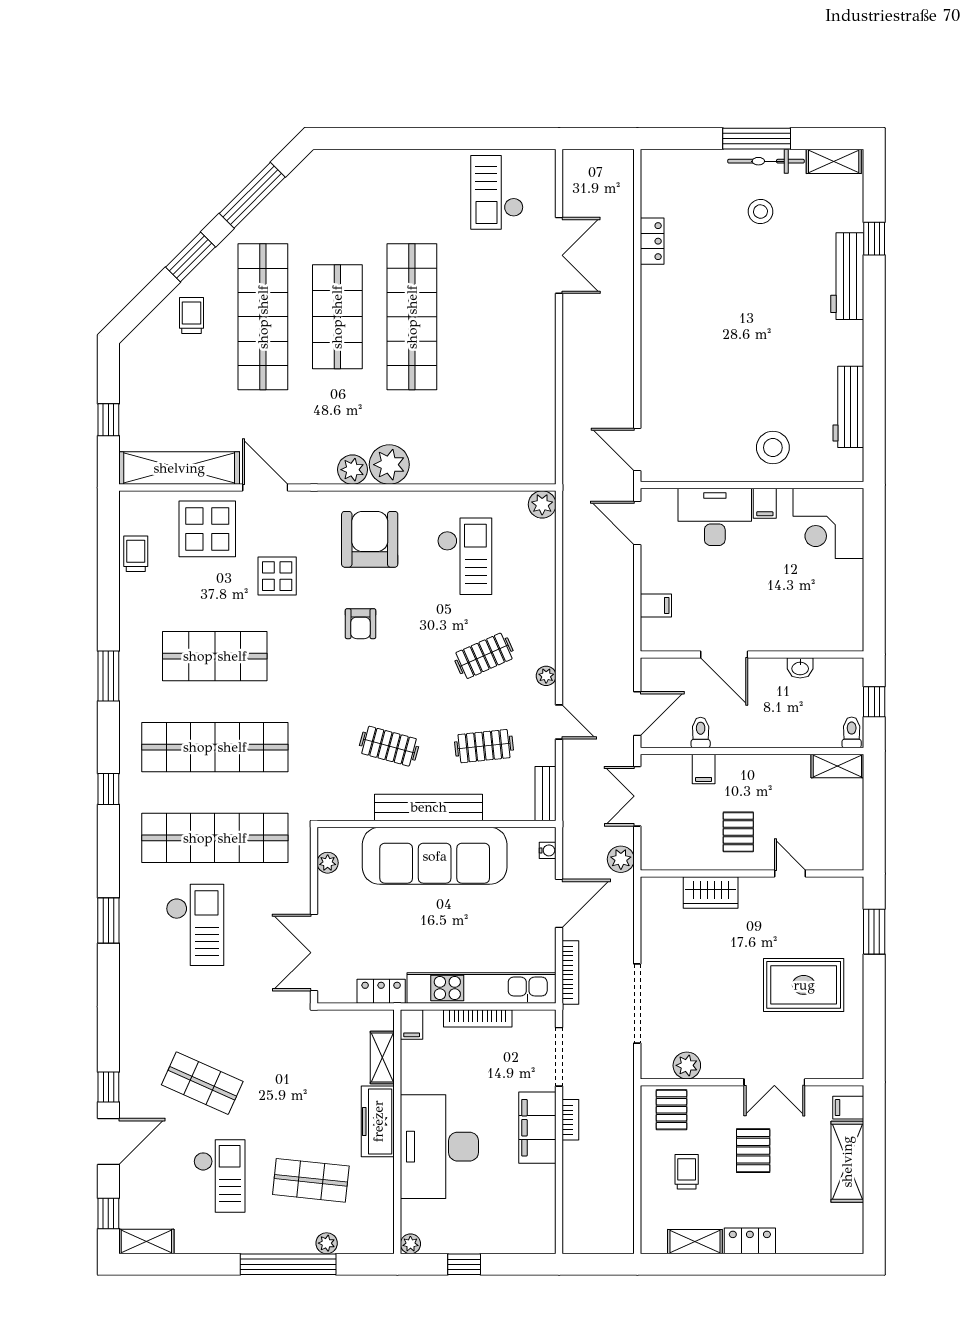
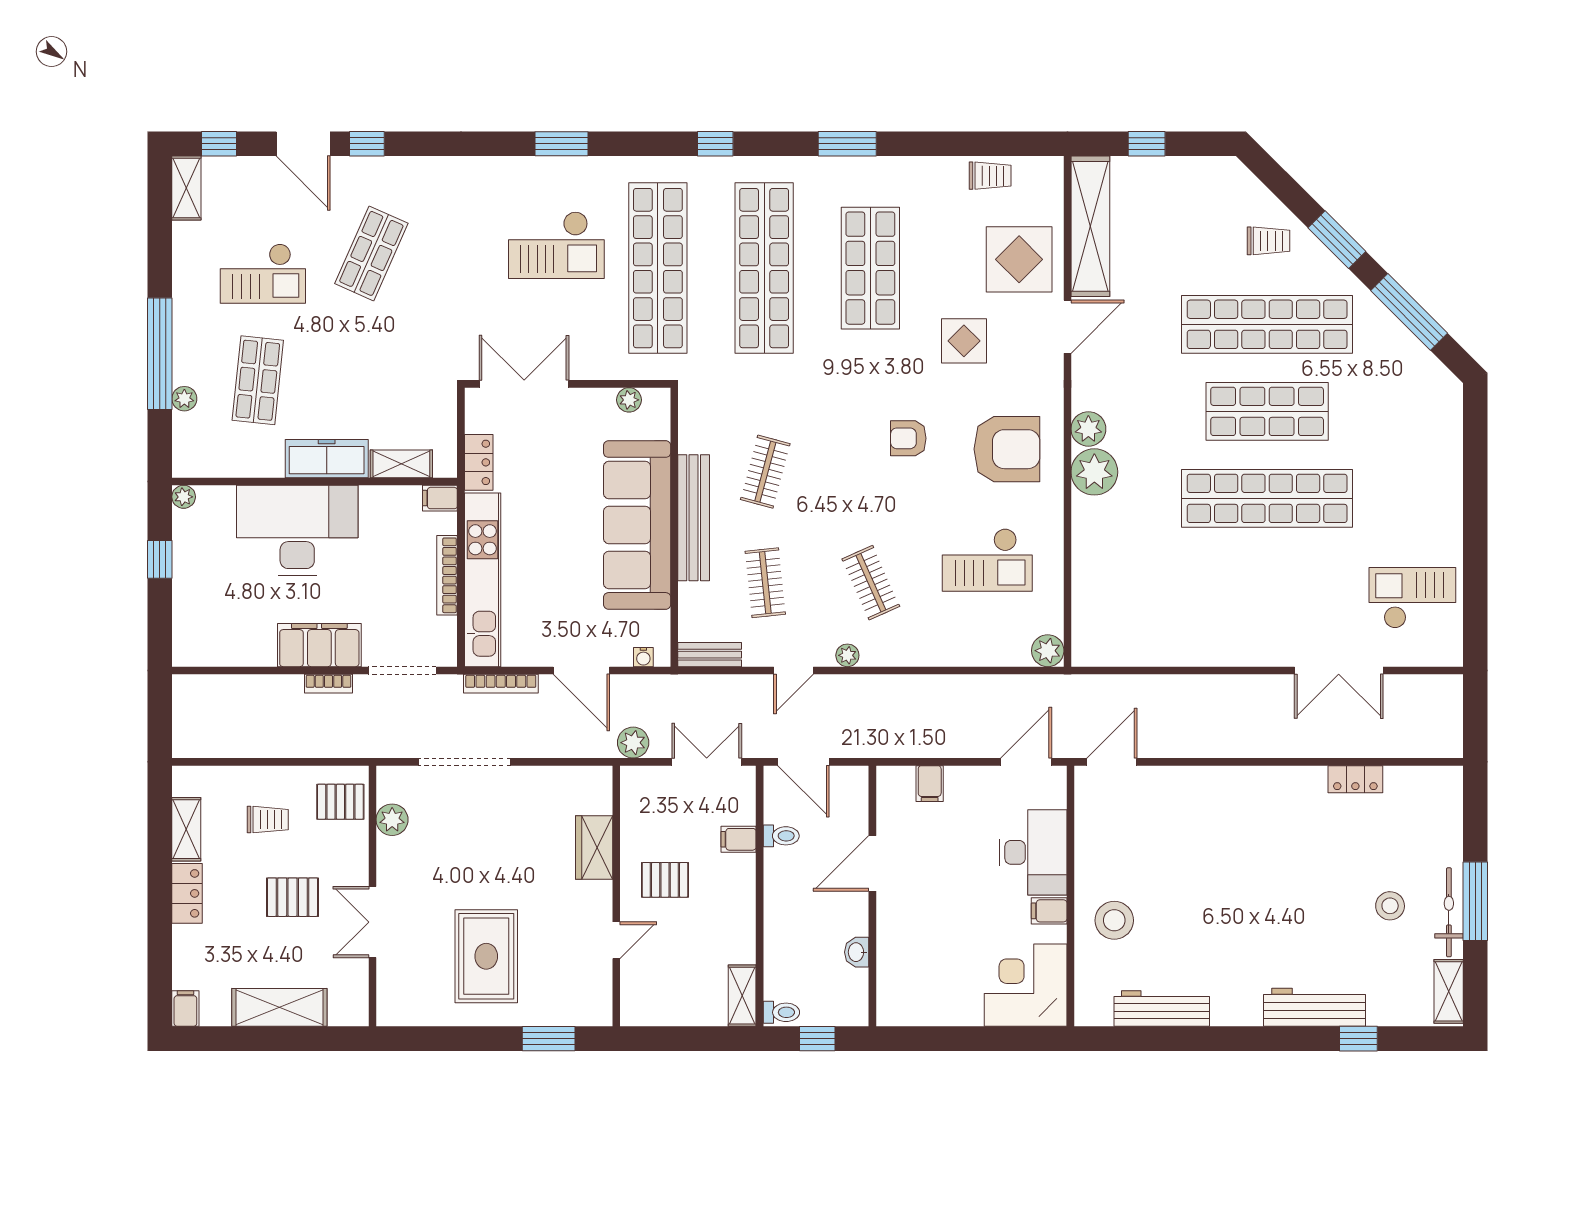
filing cabinet: (848, 1108) -> (185, 1008), moved

